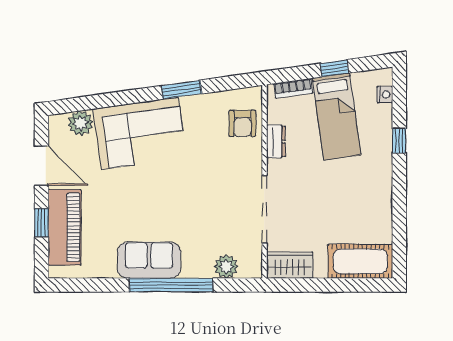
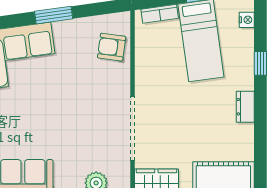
armchair: (242, 123) -> (112, 47), turned 98
dresser: (276, 141) -> (245, 107), moved, turned 180

